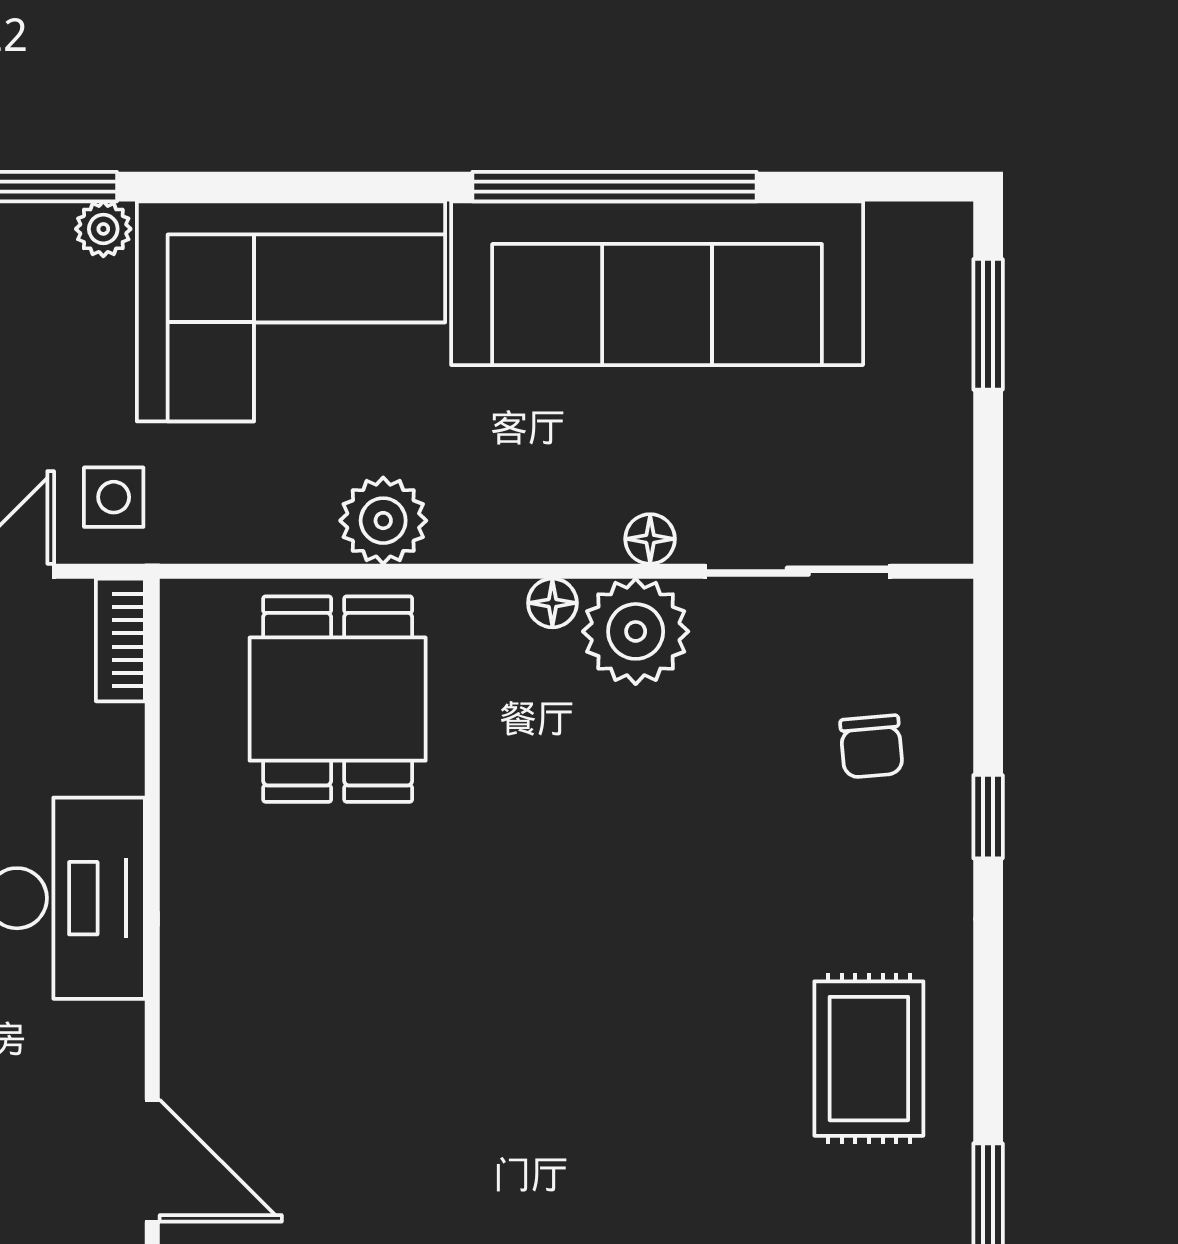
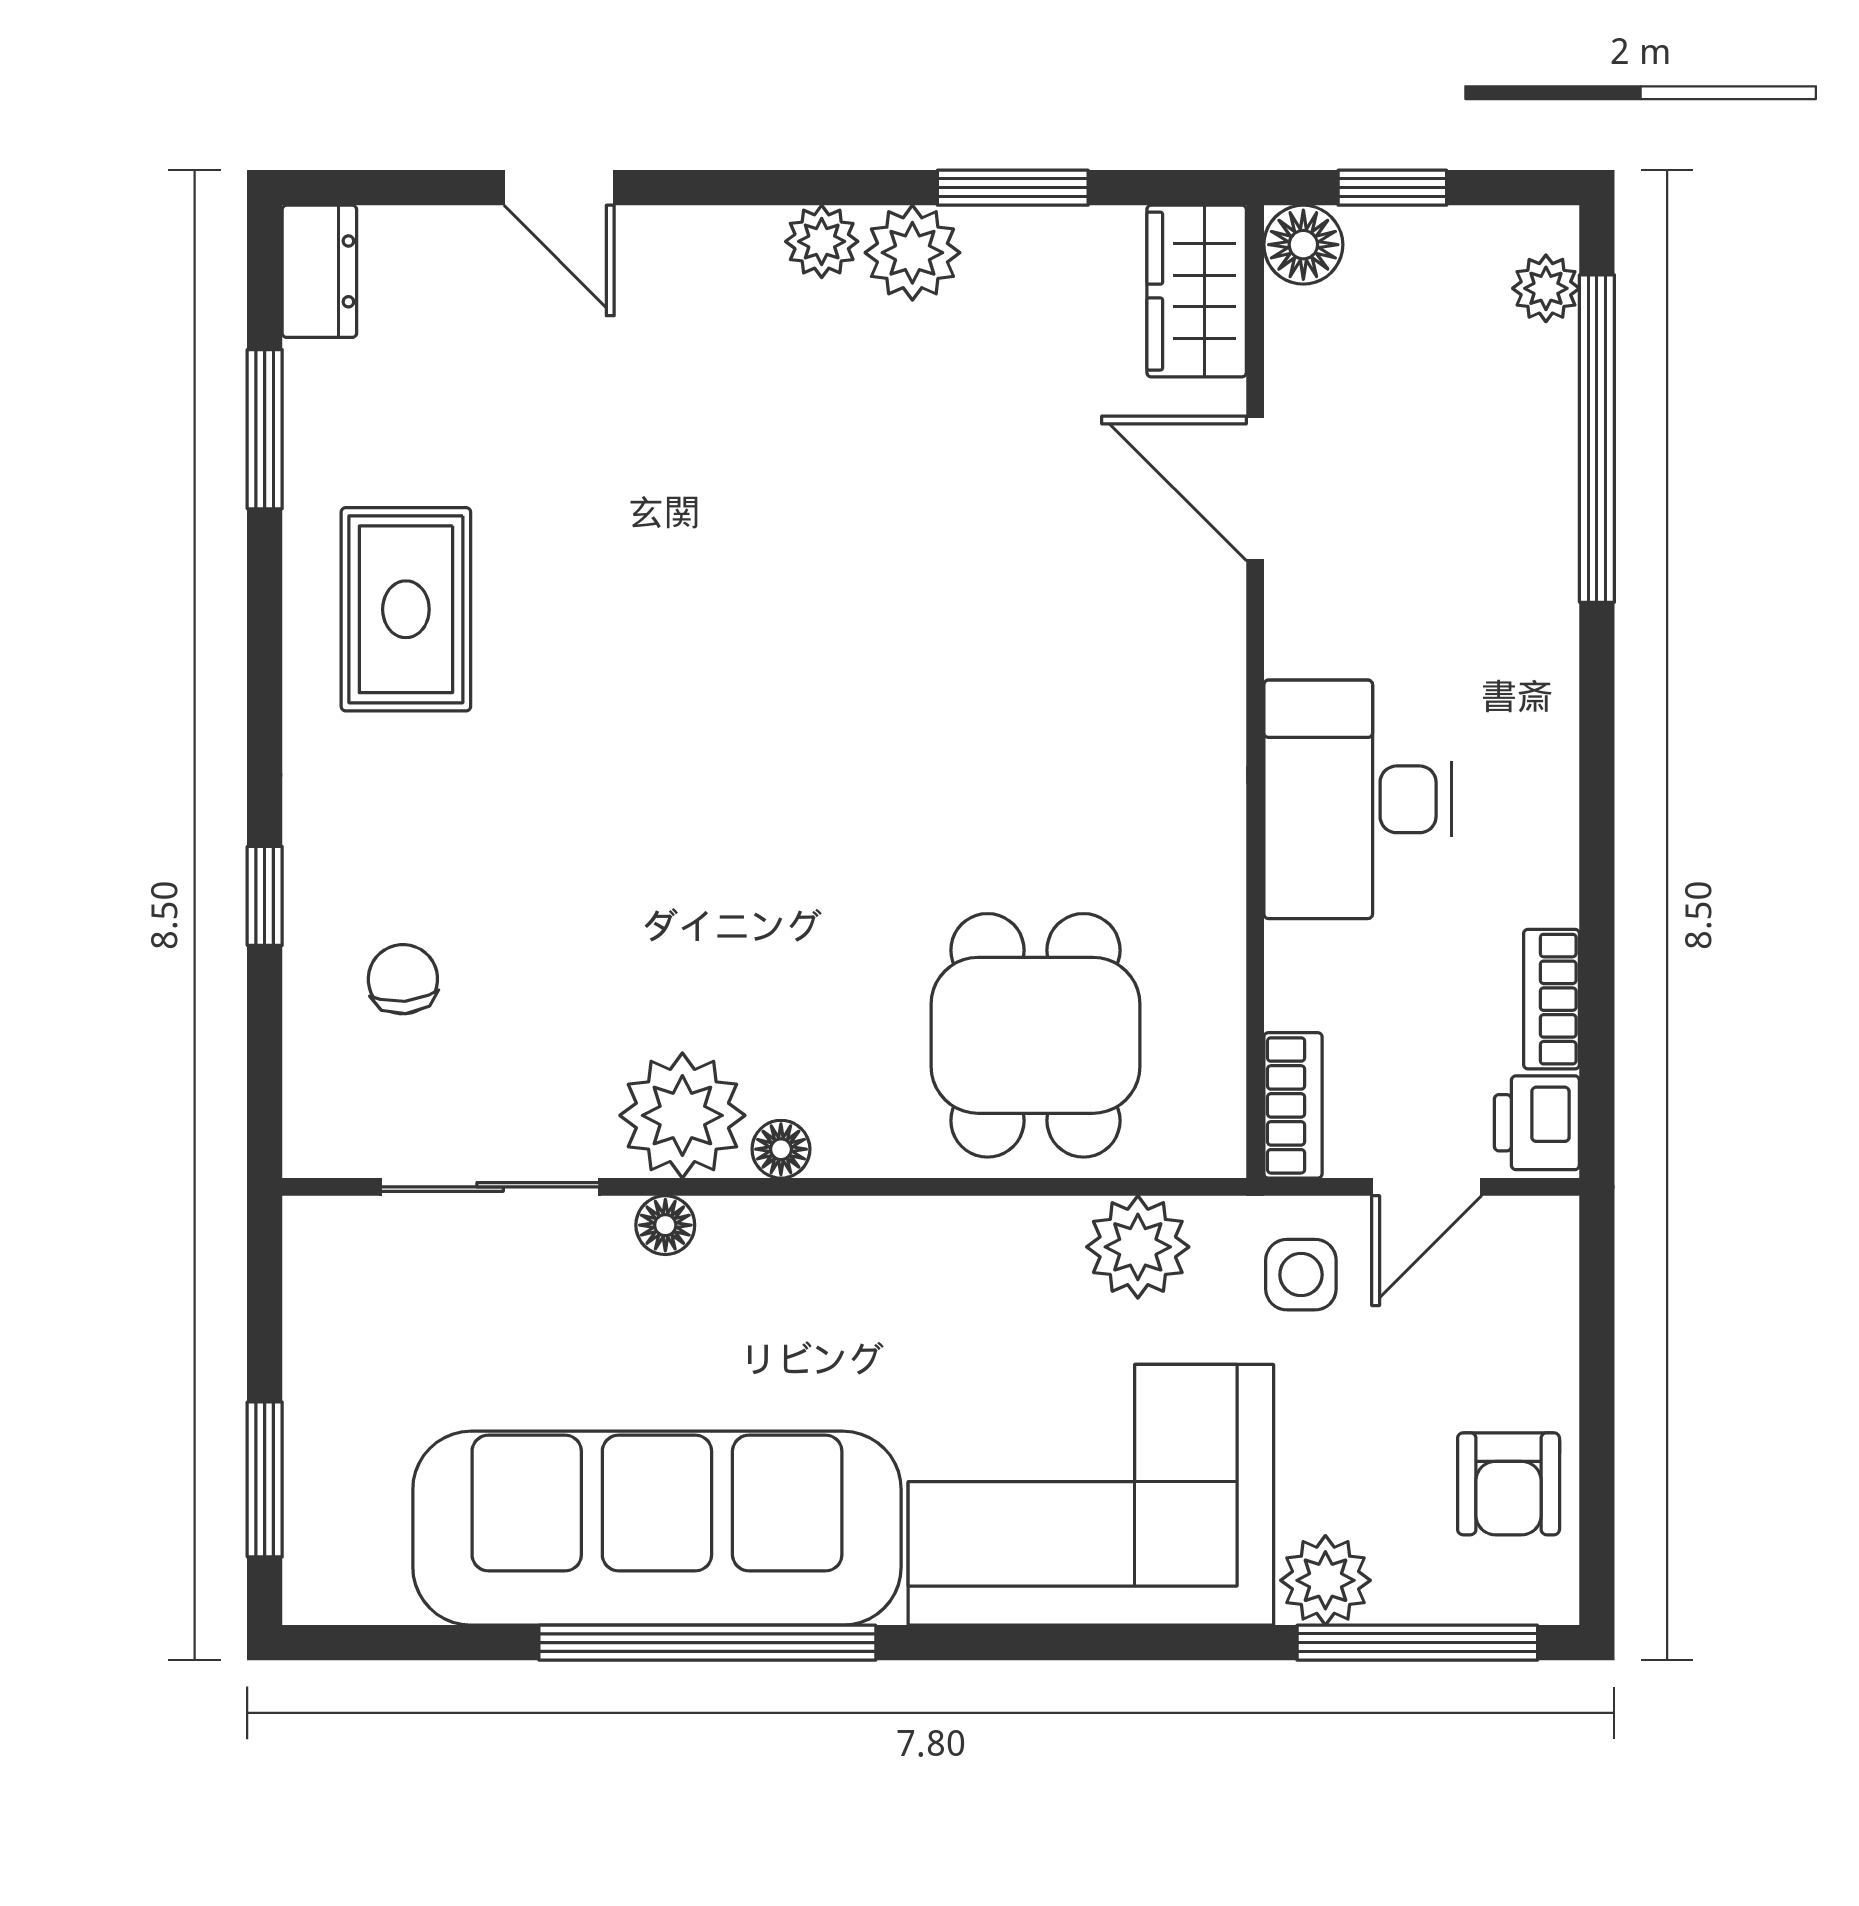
plant: (103, 229) -> (1325, 1580), width x1.38, depth x1.38
plant: (383, 521) -> (1138, 1247), moved

